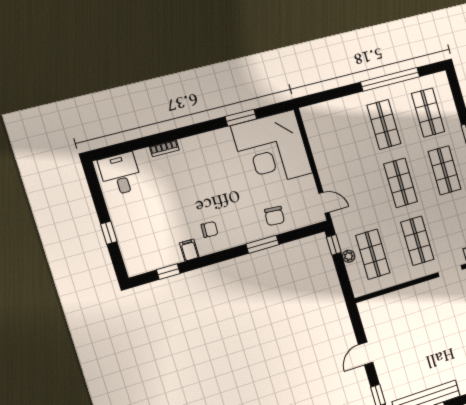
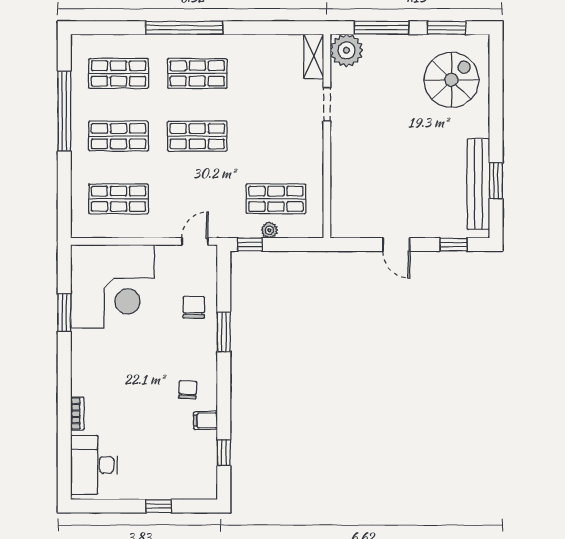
desk: (120, 174) -> (94, 465), width x1.37
chair: (274, 216) -> (194, 307), turned -94
shop shelf: (417, 241) -> (119, 199), moved

